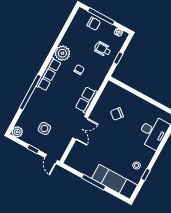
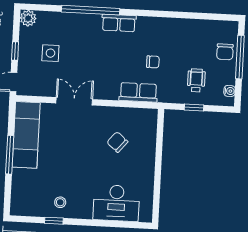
plant: (62, 53) -> (164, 29), removed
row of seats: (49, 74) -> (119, 23), width x0.68
row of seats: (86, 100) -> (138, 92), moved
double door: (80, 128) -> (74, 101), swing flipped
exam couch: (115, 182) -> (26, 135), moved

